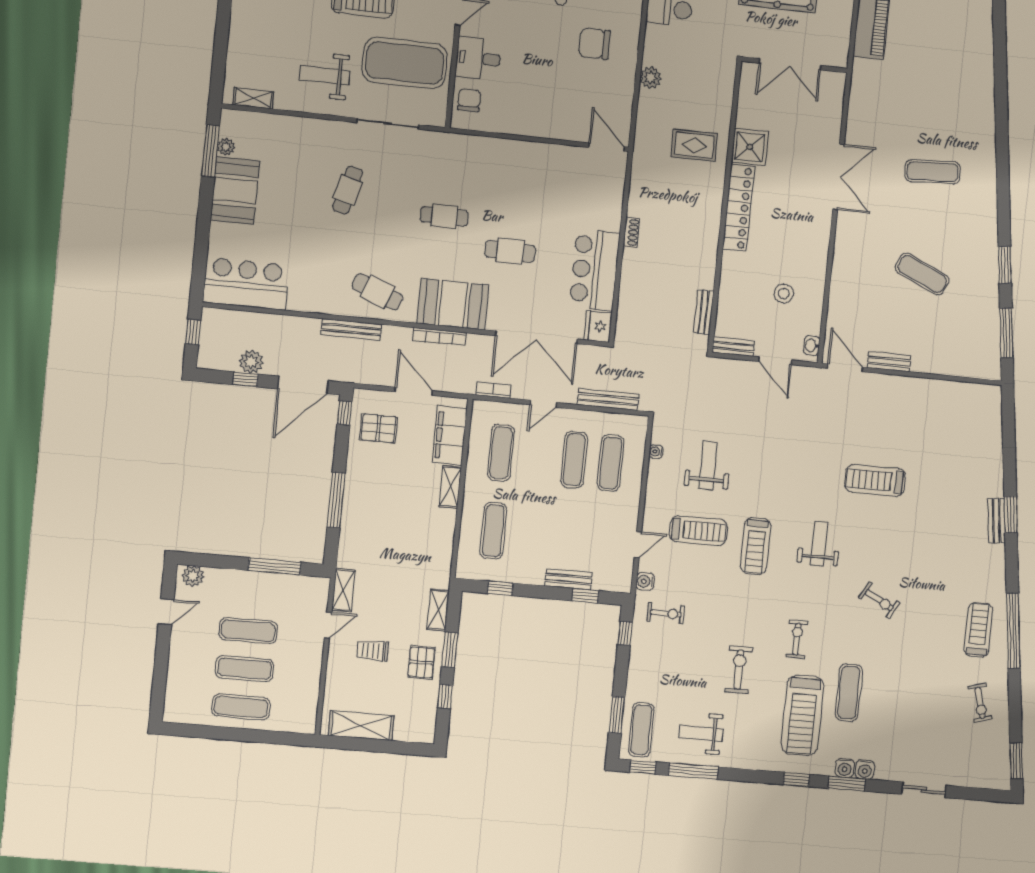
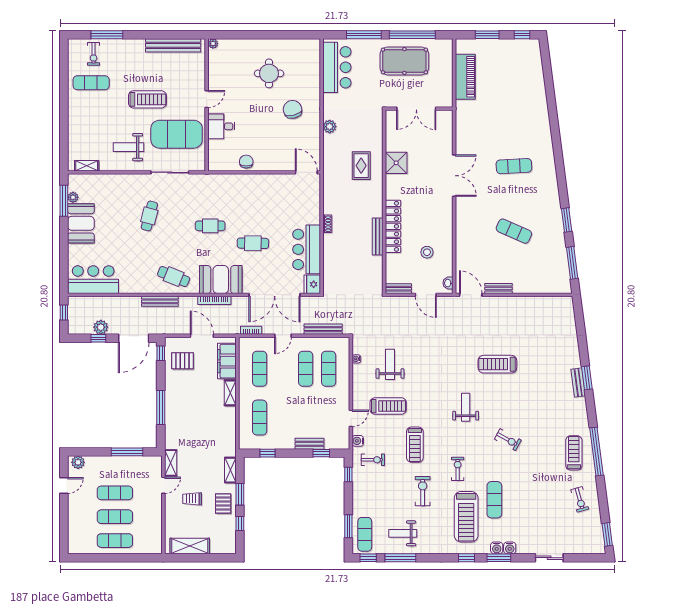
chair: (595, 44) -> (293, 109), turned 76
chair: (469, 100) -> (246, 162), moved
rug: (694, 145) -> (361, 166), turned 90
locker: (739, 208) -> (393, 226), moved
bench: (704, 312) -> (378, 237), moved, width x1.36
treadmill: (756, 546) -> (415, 445), moved

